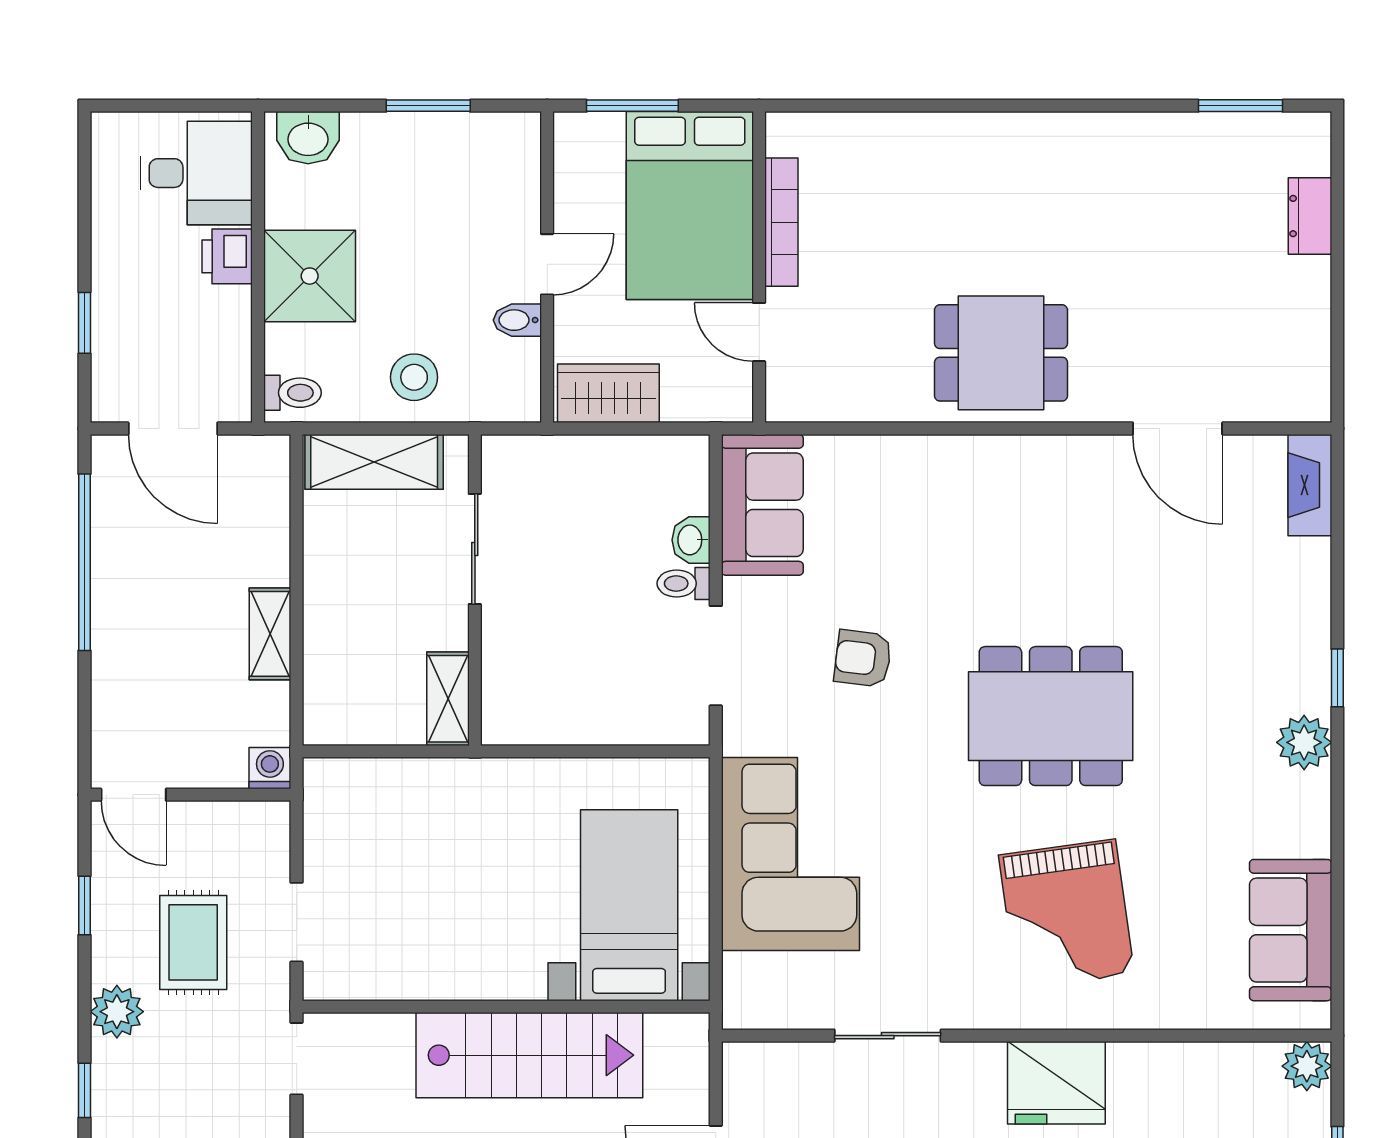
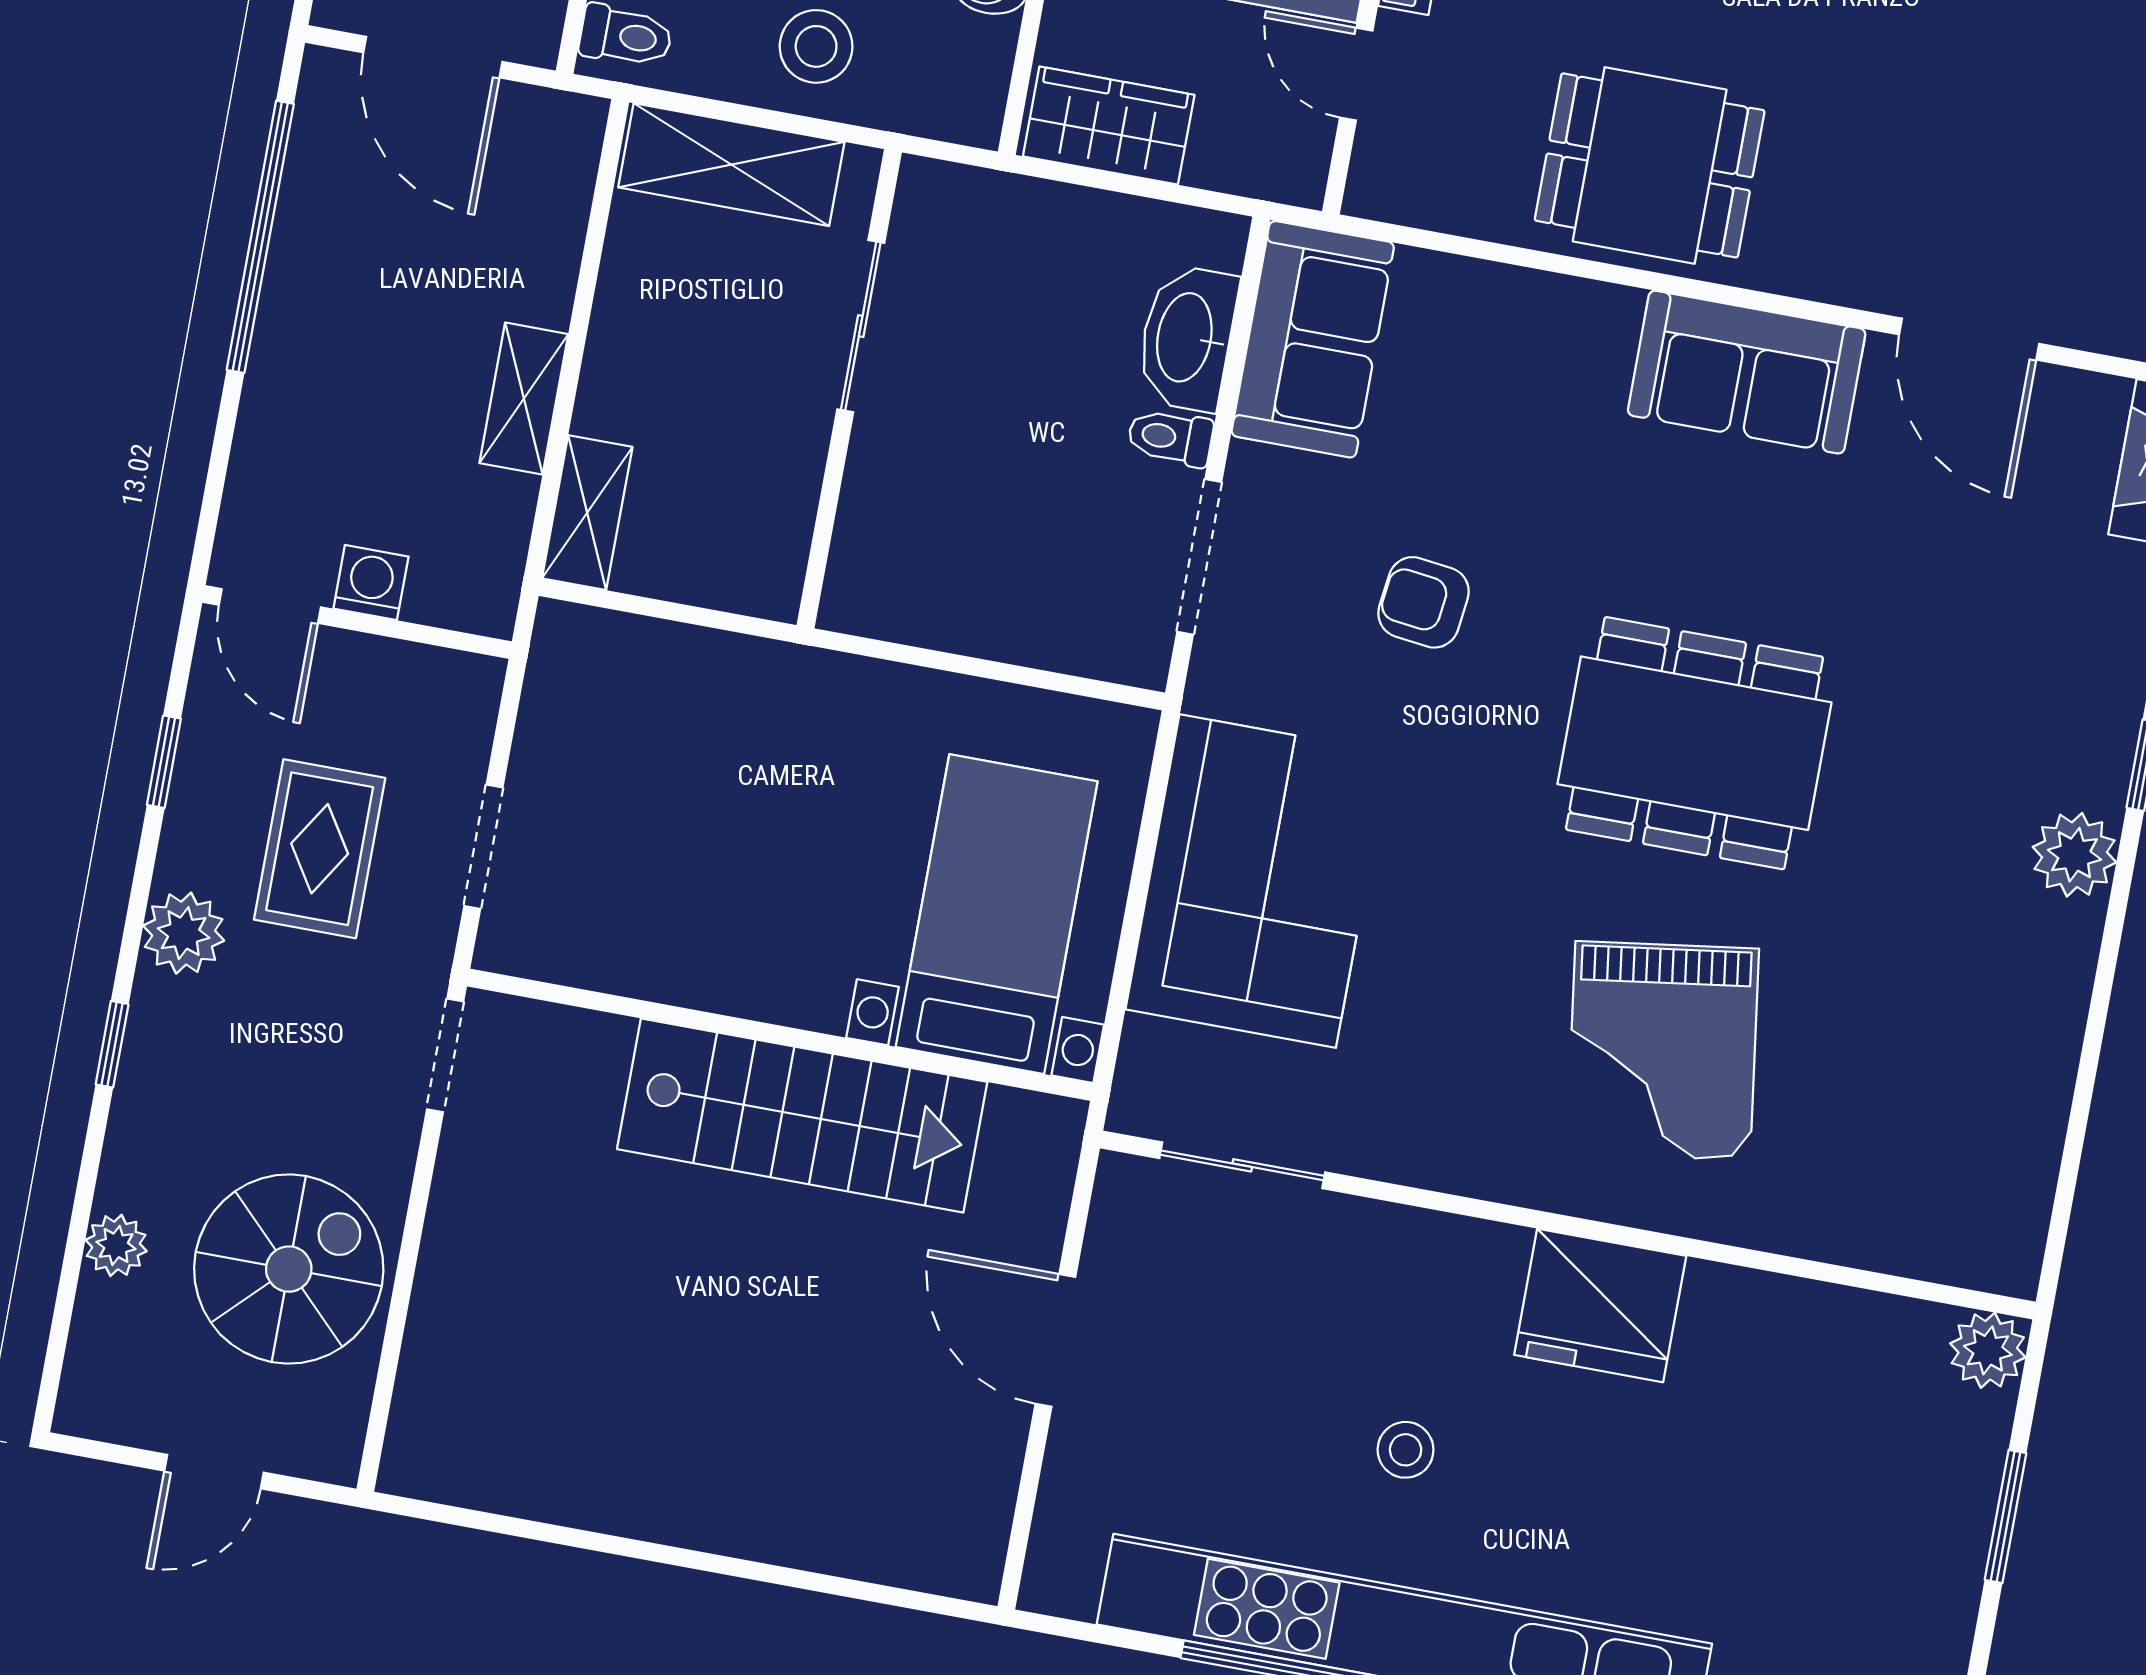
dining table: (1001, 353) -> (1650, 165), moved
washbasin: (691, 540) -> (1187, 338), width x1.91, depth x1.45
shelving: (448, 699) -> (587, 513), moved
washing machine: (270, 768) -> (371, 583), moved
sofa: (1291, 930) -> (1747, 372), moved, turned -90
sliding door: (888, 1036) -> (1242, 1165), moved

